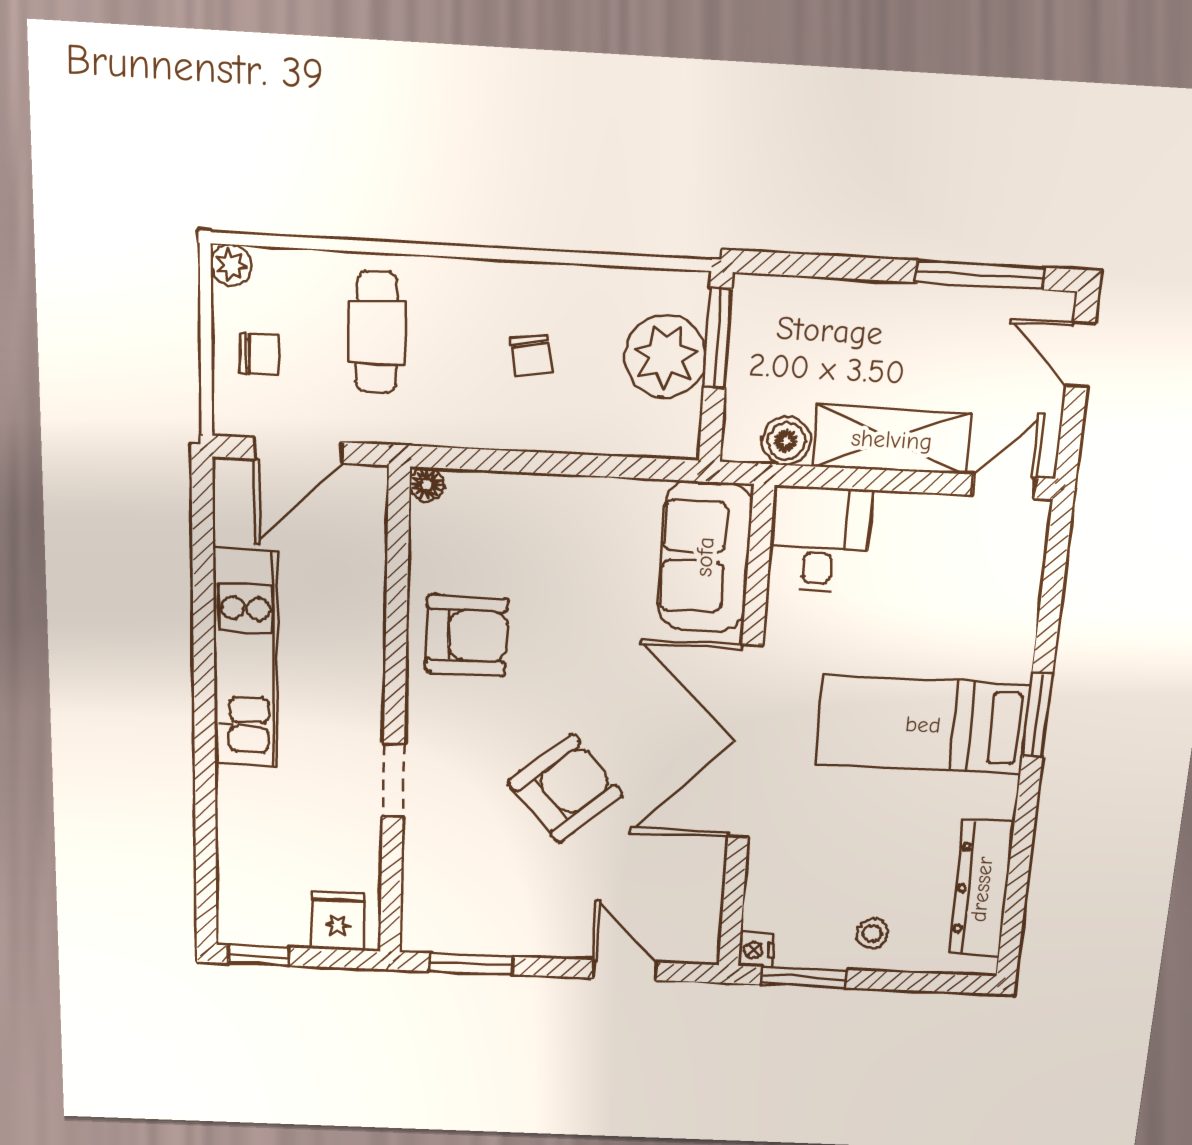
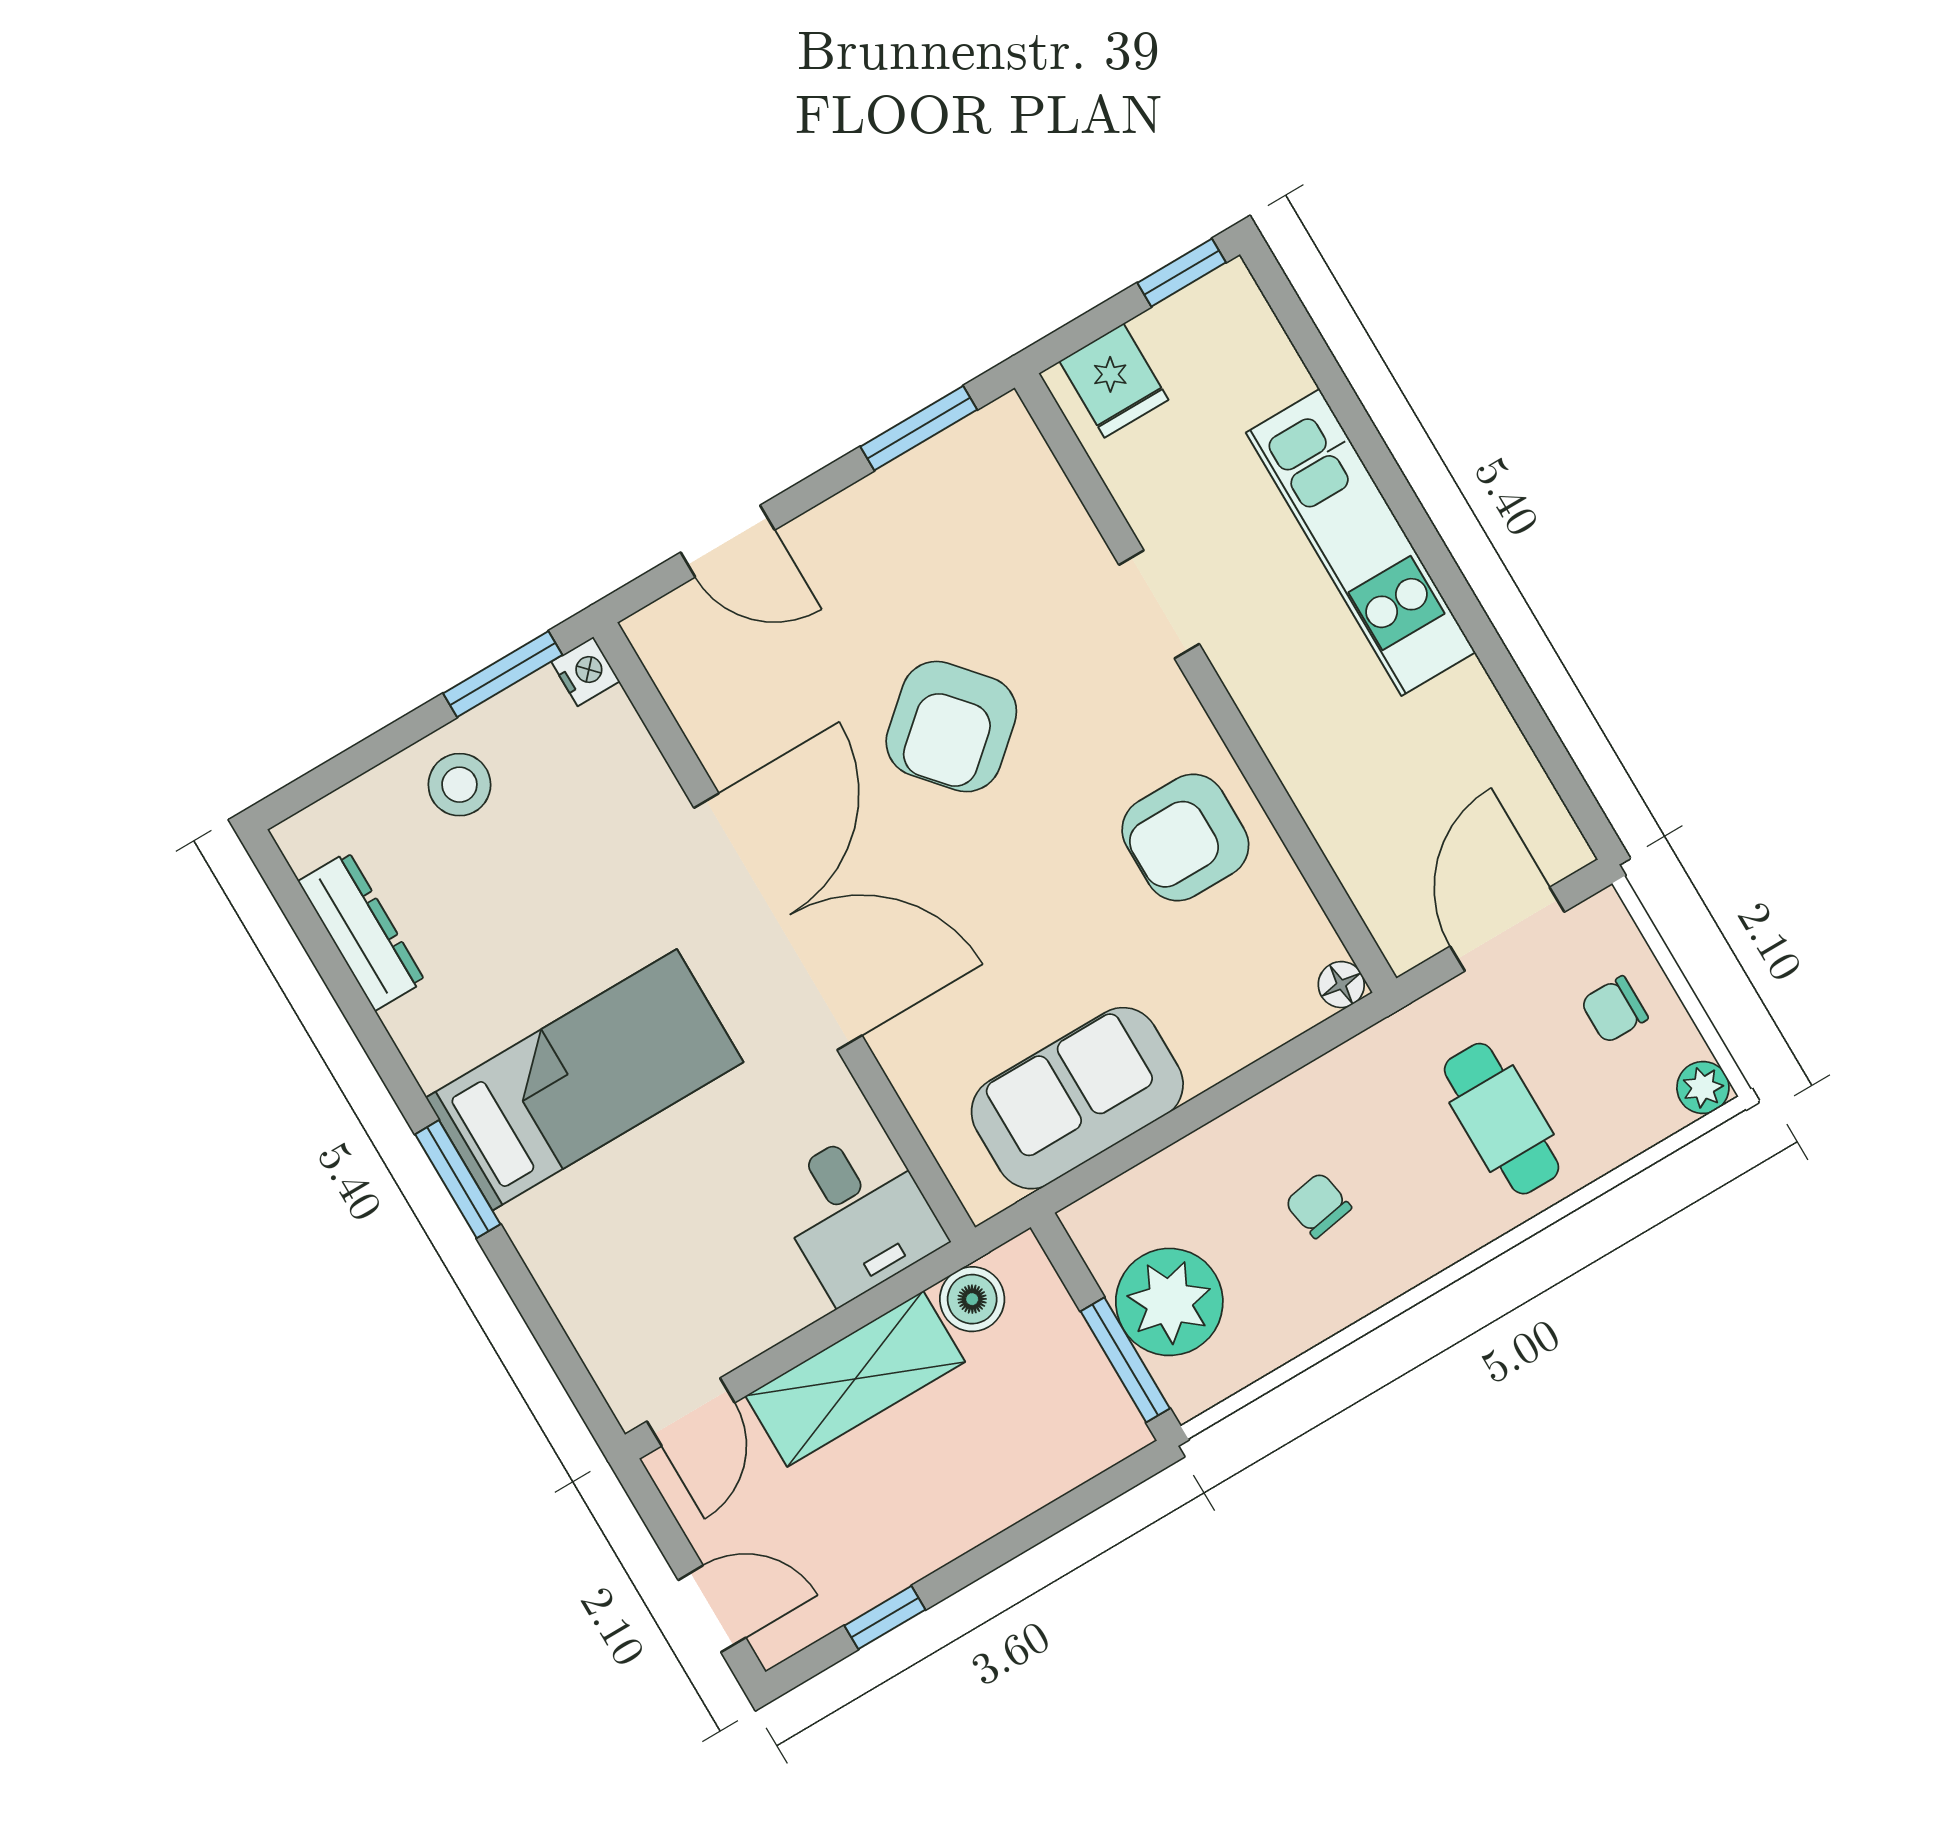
window: (980, 275) -> (885, 1618), width x0.46
sofa: (705, 557) -> (1077, 1098), moved, turned -90
kitchen unit: (246, 659) -> (1361, 542), moved
dresser: (982, 889) -> (362, 931), width x0.73, depth x0.80
stool: (872, 933) -> (459, 785), width x1.37, depth x1.37

